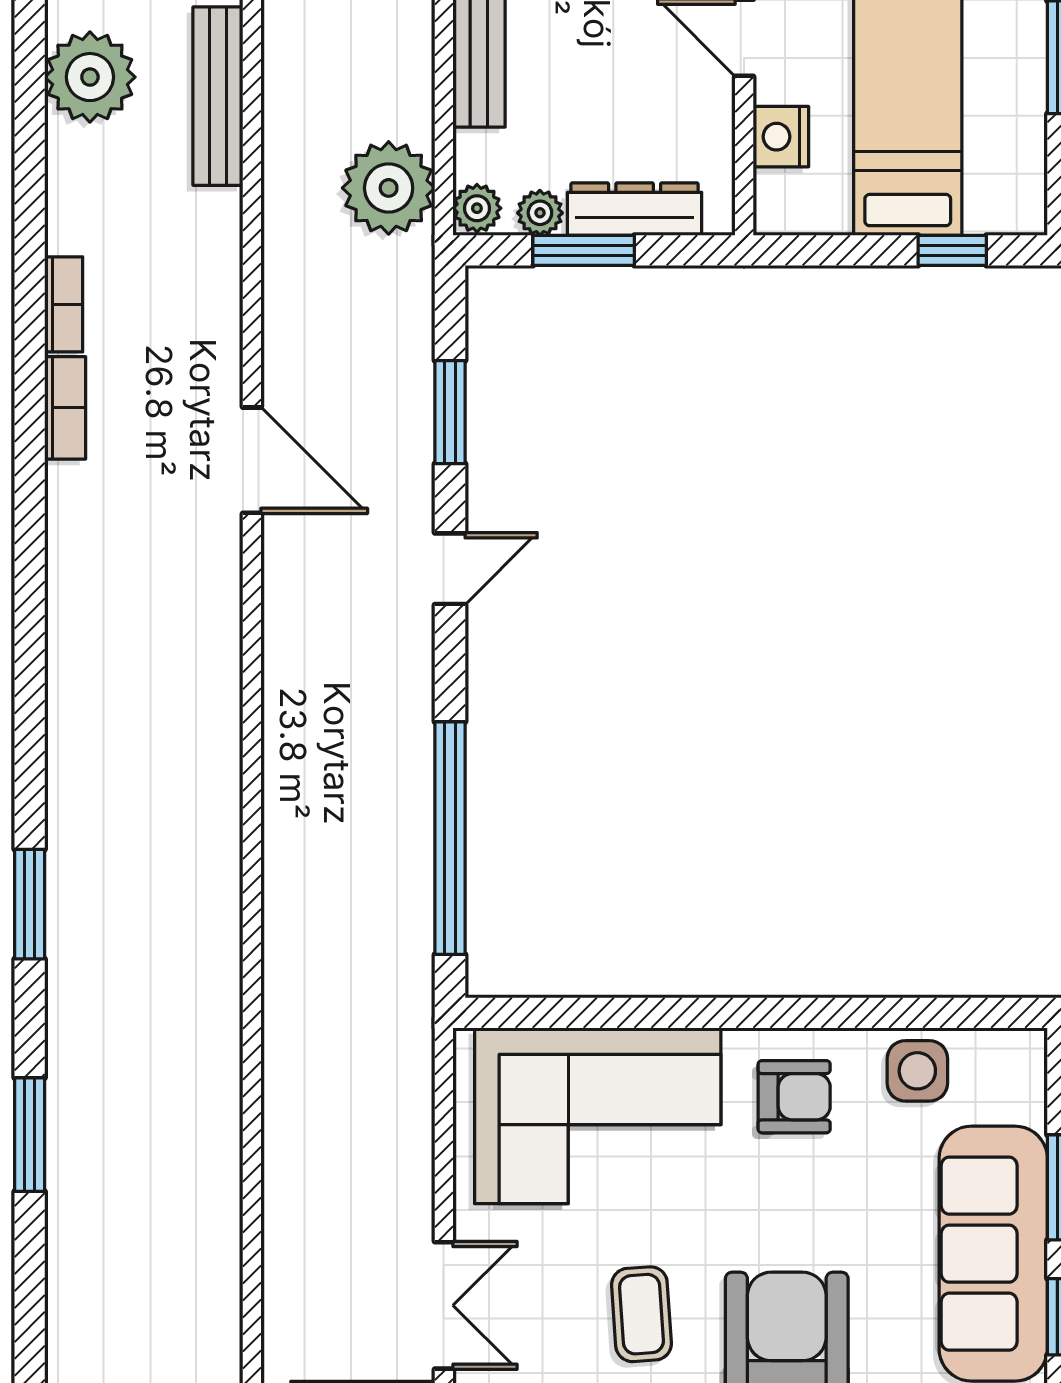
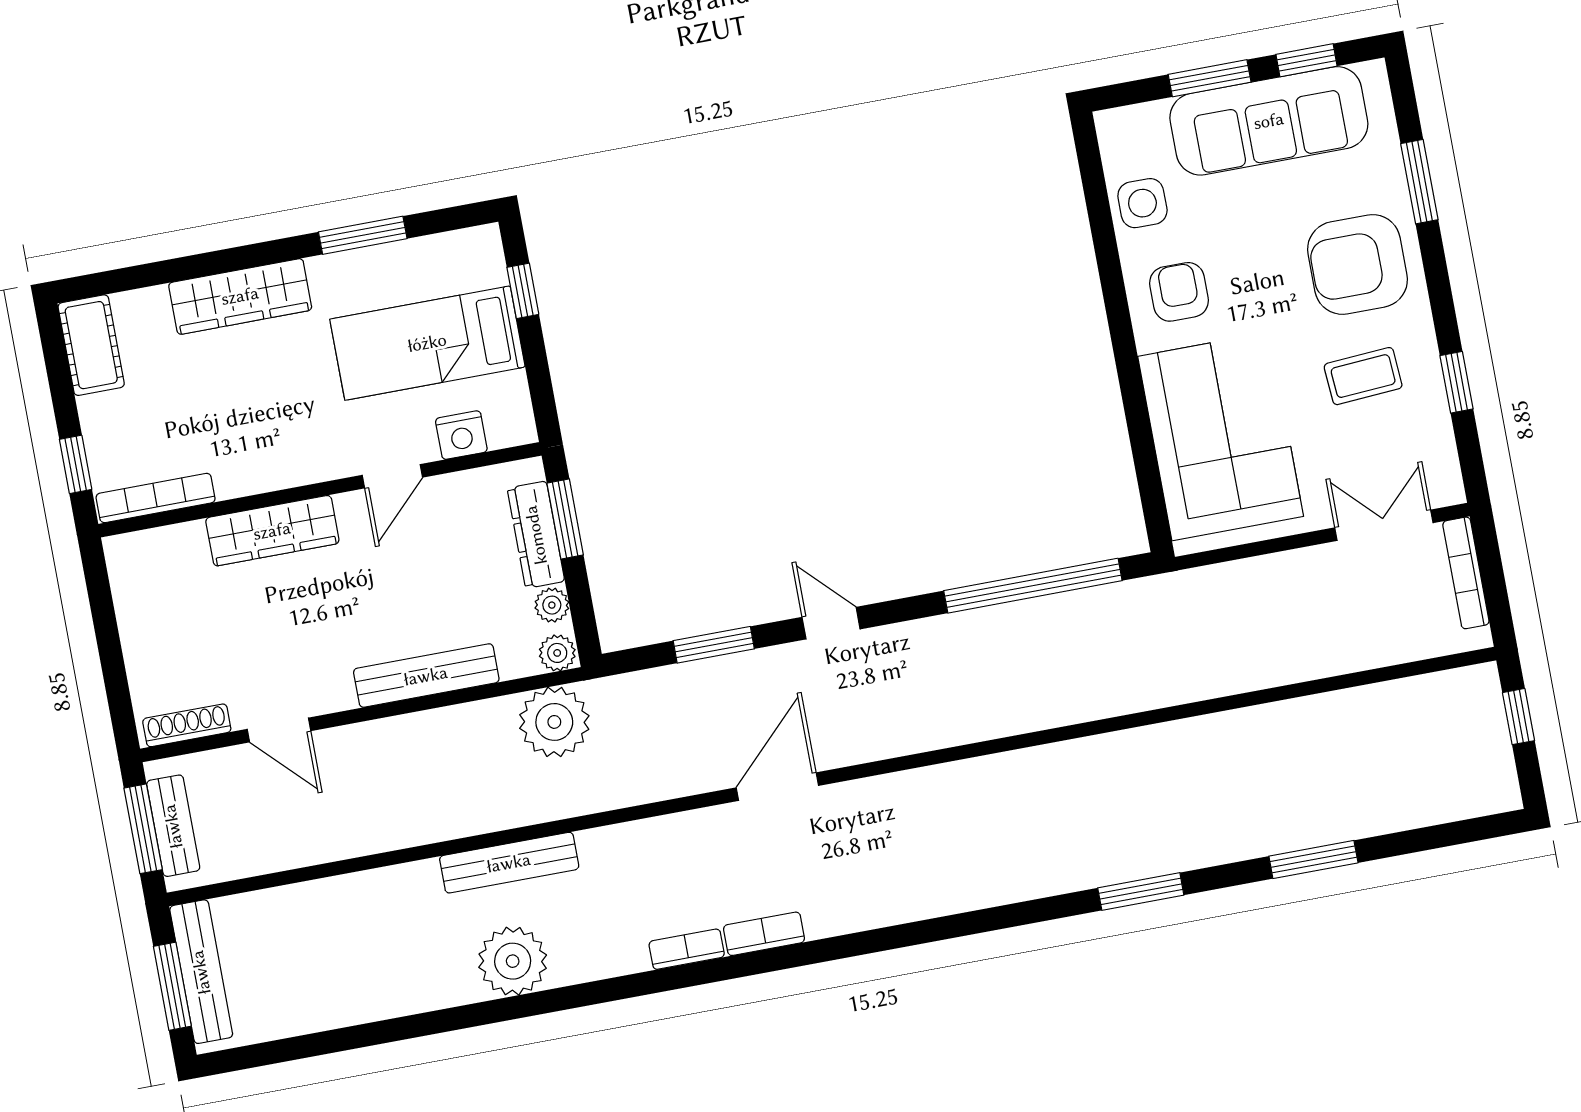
window: (584, 250) -> (565, 519), moved

